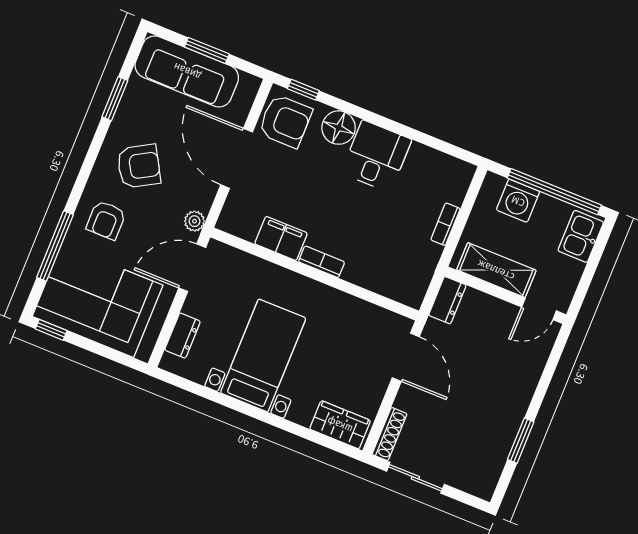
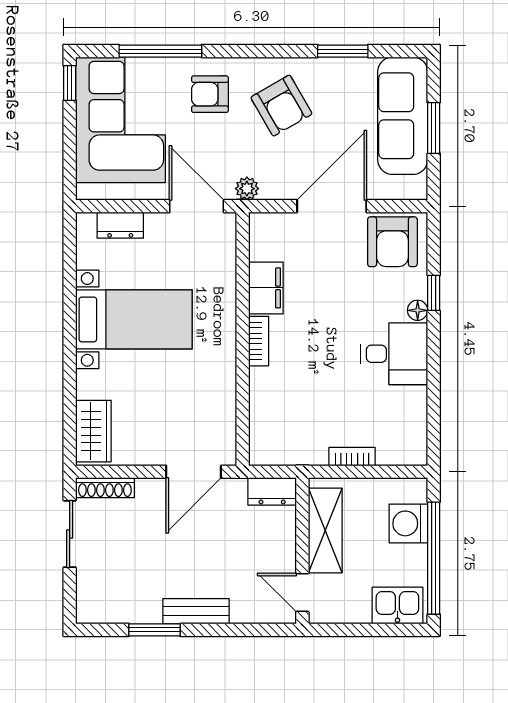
window: (303, 90) -> (434, 293), moved
floor lamp: (339, 128) -> (418, 310), width x0.53, depth x0.53
bench: (519, 401) -> (196, 611), added

